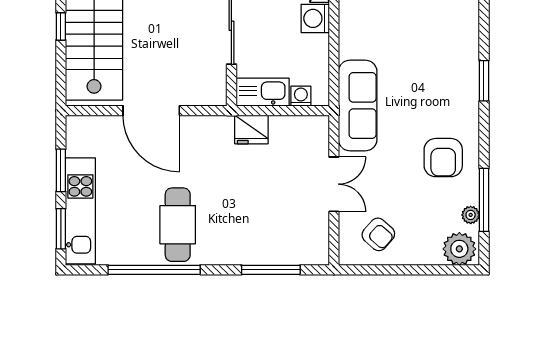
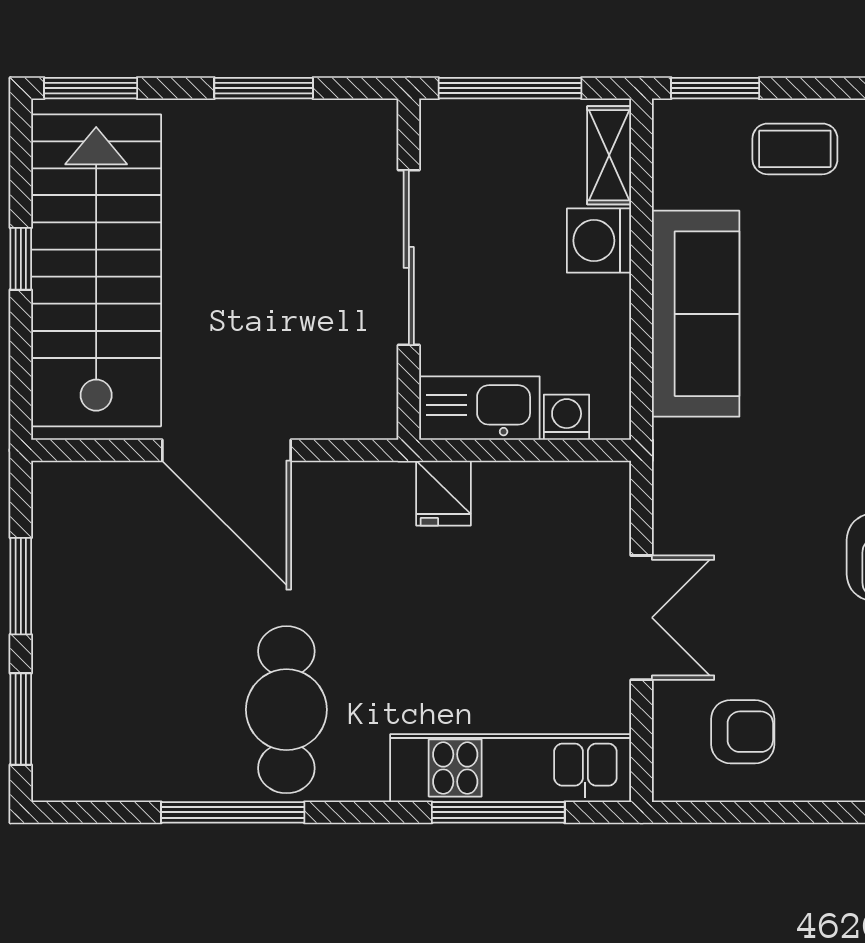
sofa: (358, 106) -> (696, 314), moved
fridge: (251, 129) -> (443, 493), width x0.72
kitchen unit: (80, 211) -> (511, 768), moved, turned -90
armchair: (378, 234) -> (743, 732), turned -41
window: (154, 270) -> (233, 812), width x0.68

